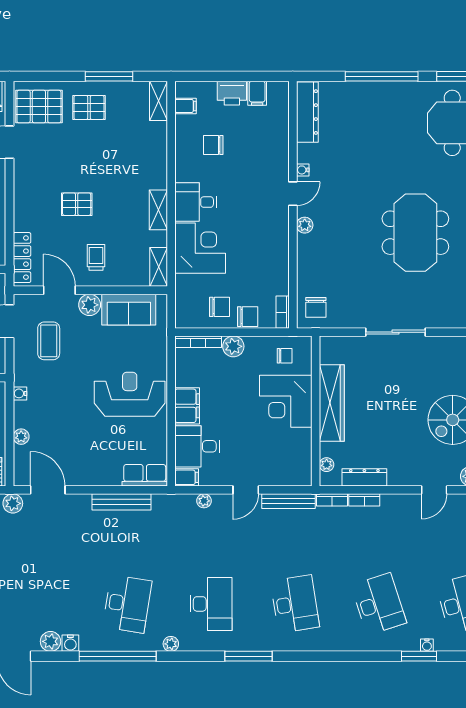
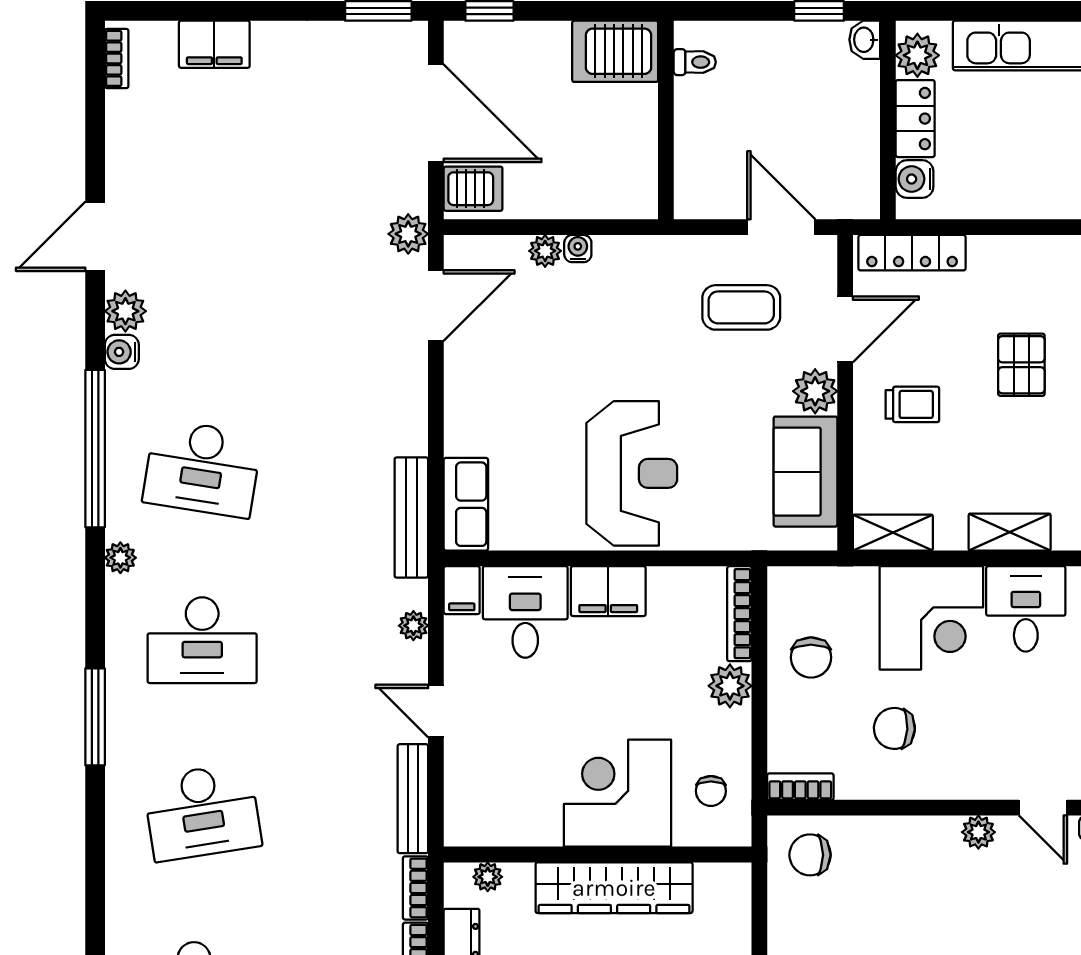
chair: (248, 317) -> (894, 728), moved, turned 93
water cooler: (20, 393) -> (578, 249), moved
bench: (121, 502) -> (411, 518), moved

